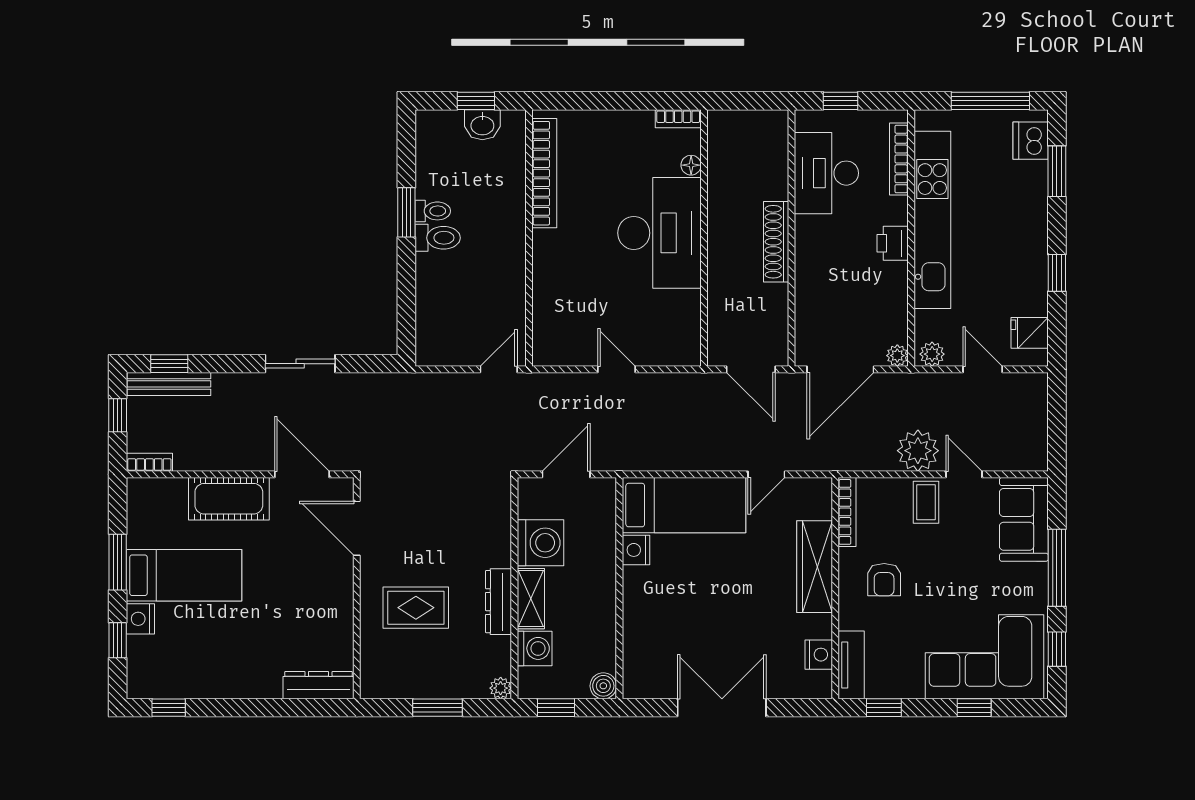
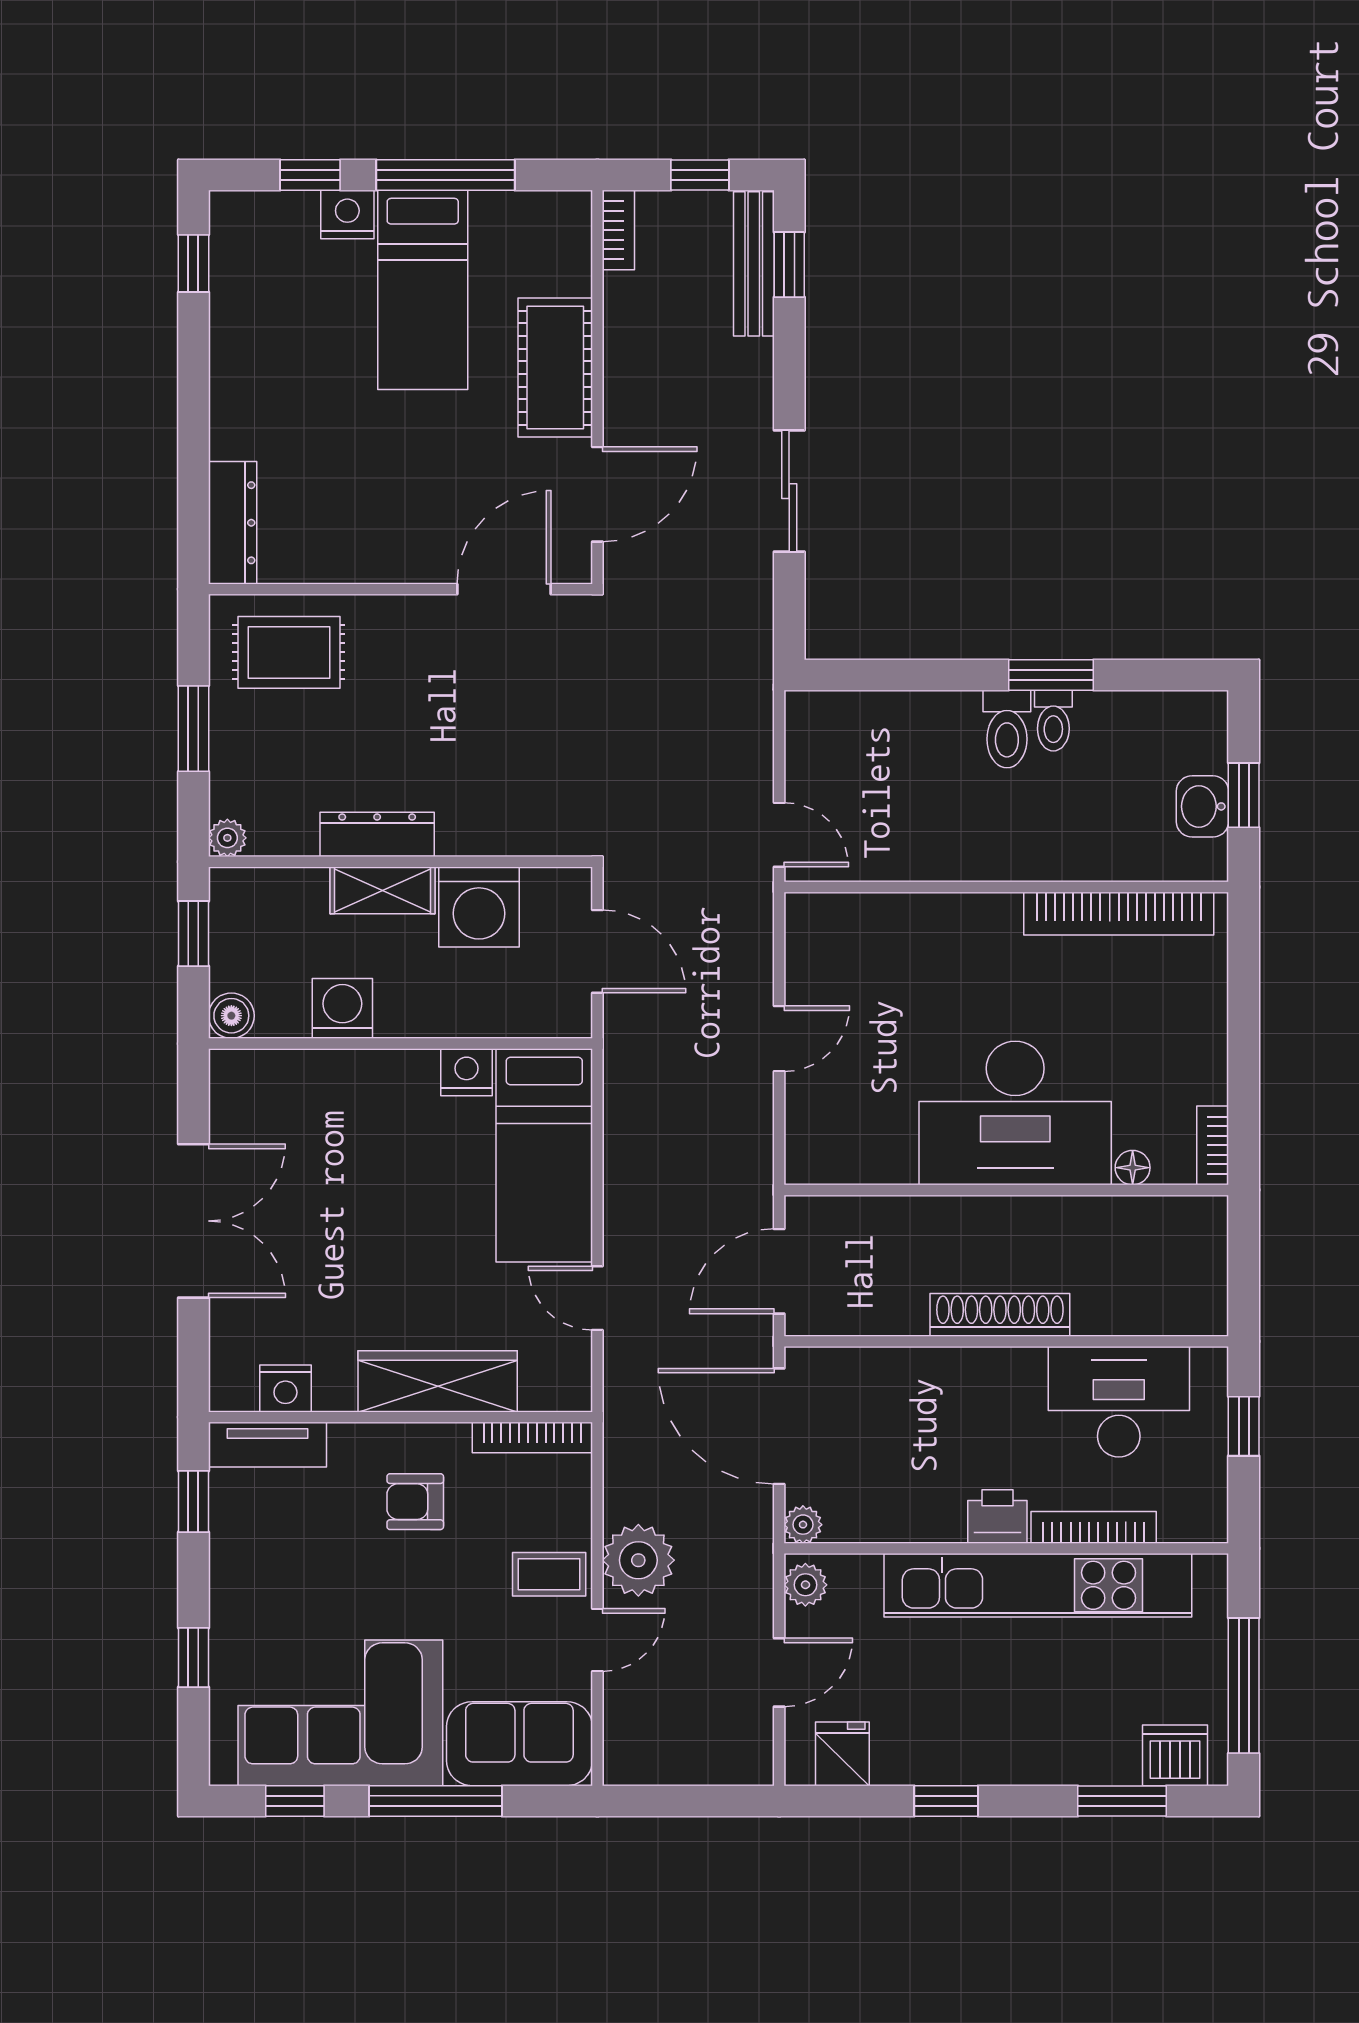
bookcase: (899, 159) -> (1094, 1527), moved
window: (118, 562) -> (445, 175), width x1.44
rug: (416, 608) -> (289, 652), moved, turned 90
washing machine: (535, 648) -> (342, 1008), moved, turned 180
corner sofa: (984, 657) -> (340, 1713), moved, turned -90

